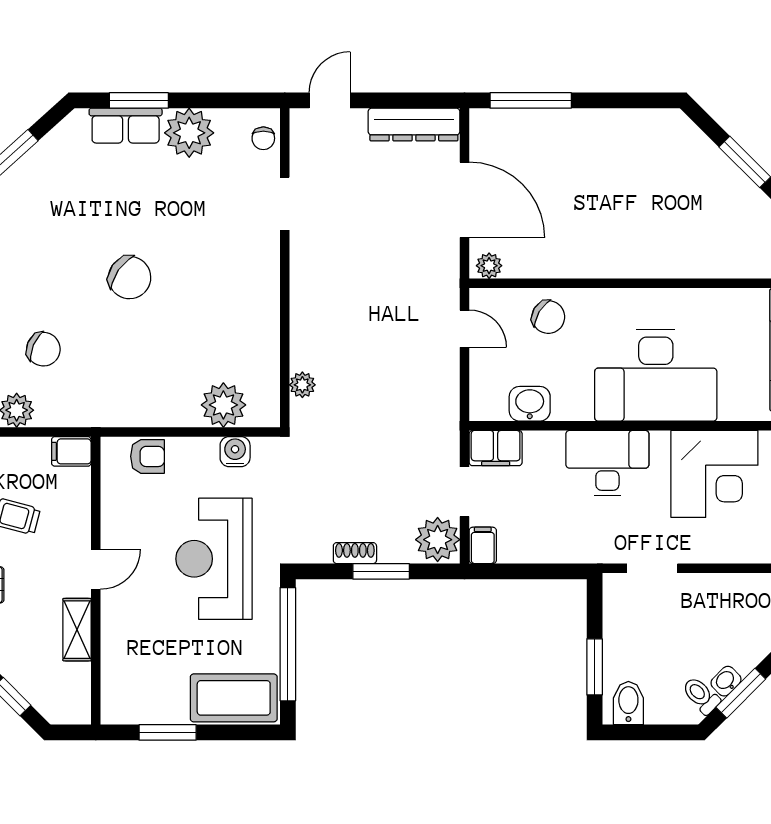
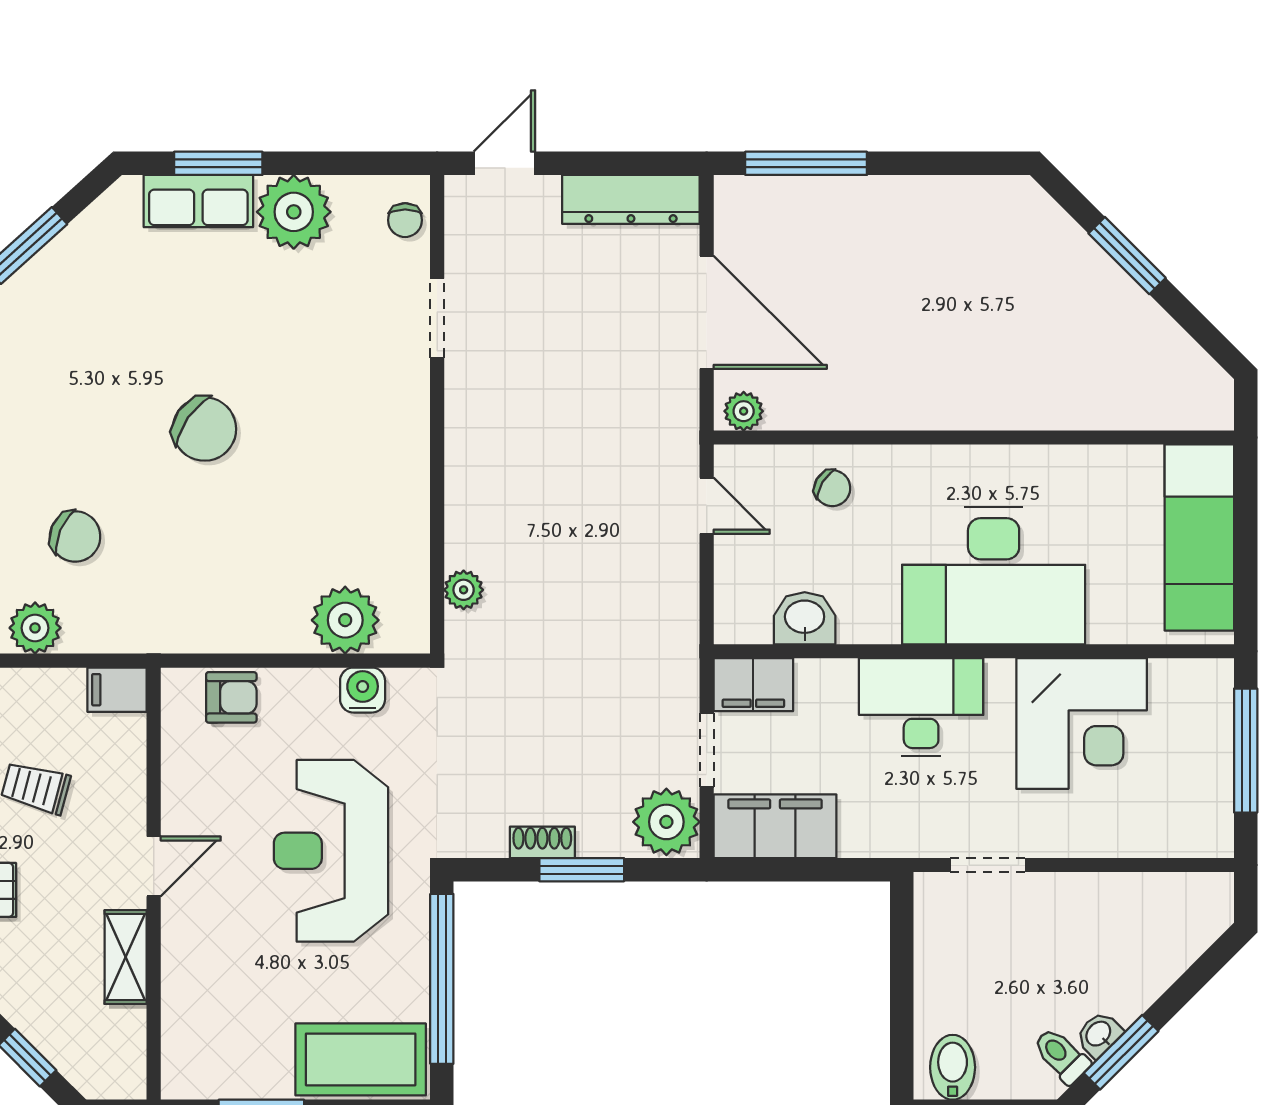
chair: (548, 317) -> (832, 488), width x0.73, depth x0.73
filing cabinet: (483, 545) -> (775, 826), width x3.00, depth x1.17
window: (595, 667) -> (902, 1013), removed

